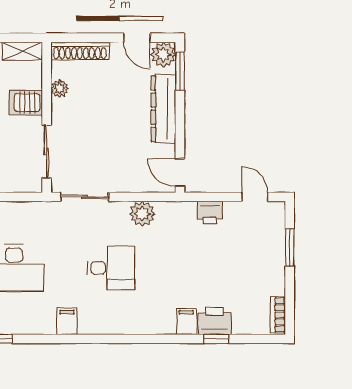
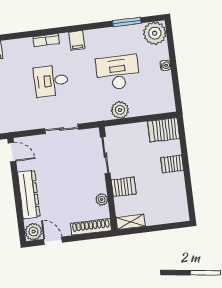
window: (180, 71) -> (21, 222), removed
sliding door: (85, 197) -> (62, 129), moved
plant: (142, 214) -> (120, 110), moved
bookcase: (111, 327) -> (46, 40), added

